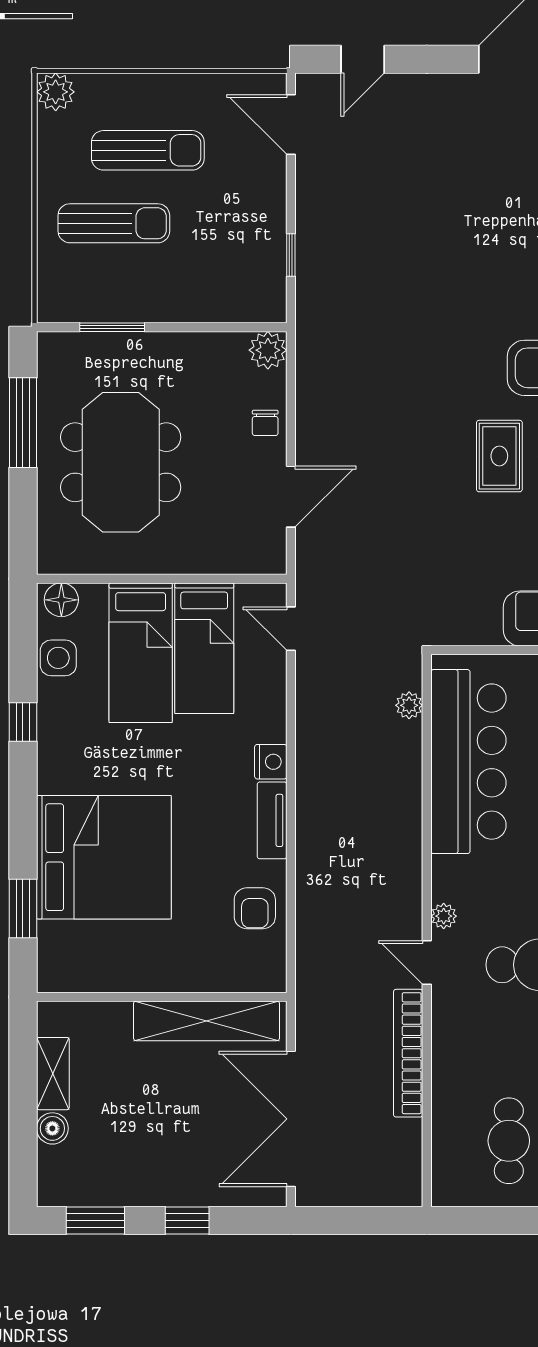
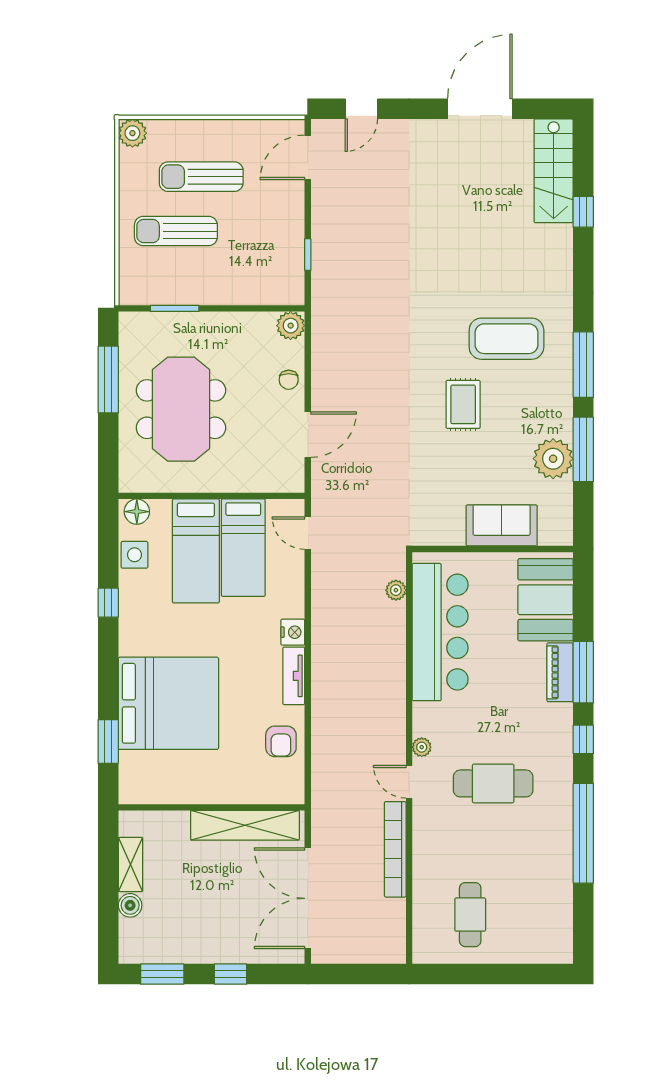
door: (291, 124) -> (308, 157), hinge flipped
sun lounger: (148, 150) -> (201, 177), turned 180
sun lounger: (114, 223) -> (176, 231), turned 180

